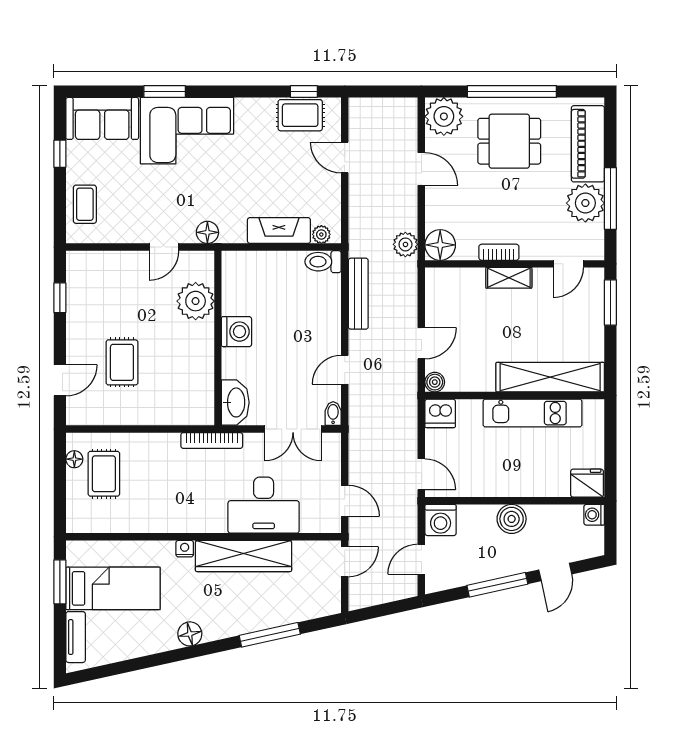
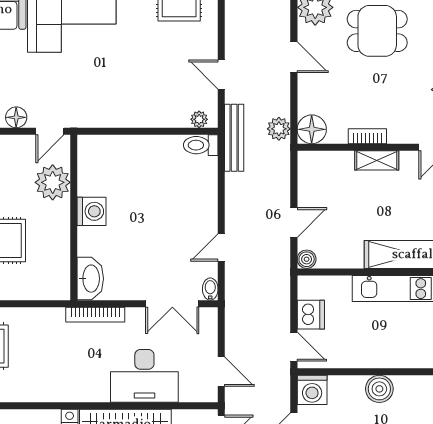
door: (345, 158) -> (221, 75), moved
fireplace: (279, 231) -> (159, 116), removed
floor lamp: (207, 232) -> (16, 117), moved
bench: (358, 294) -> (234, 138), moved
plant: (196, 301) -> (53, 182), moved
washing machine: (237, 332) -> (91, 211), moved
wall: (218, 338) -> (74, 217), moved
washbasin: (235, 402) -> (90, 279), moved
dishwasher: (440, 413) -> (311, 315), moved, turned -90

